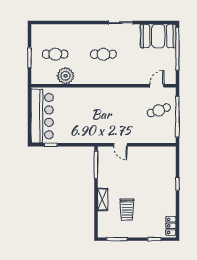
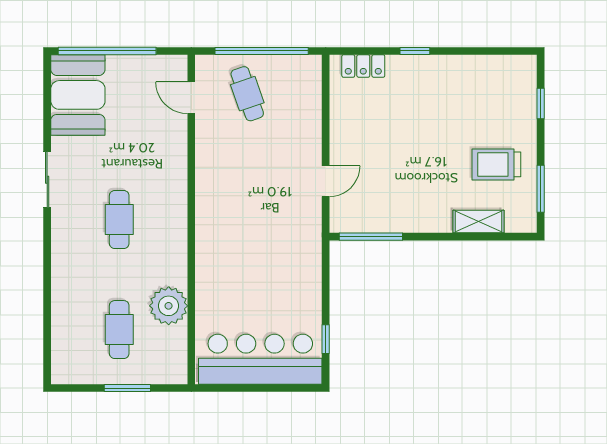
shelving: (103, 199) -> (478, 222), moved
trolley: (127, 210) -> (496, 164), moved, turned 180
locker: (171, 226) -> (363, 66), moved

